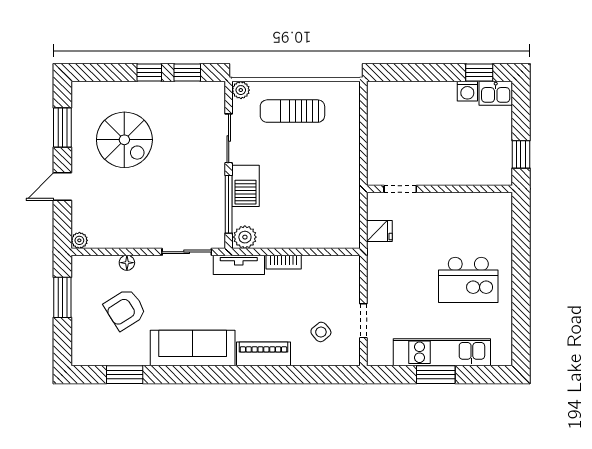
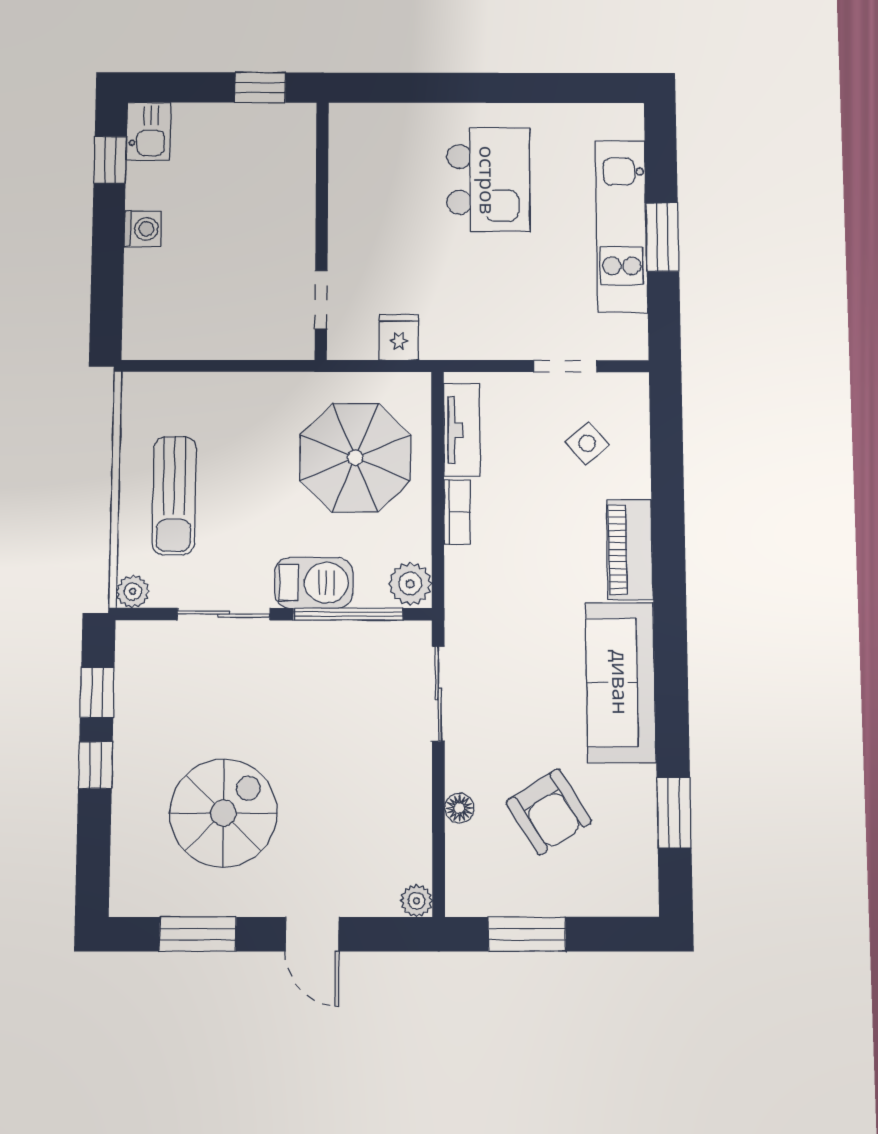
washing machine: (467, 91) -> (143, 229), moved
parasol: (313, 208) -> (355, 458), added
tv unit: (239, 265) -> (462, 430), moved

